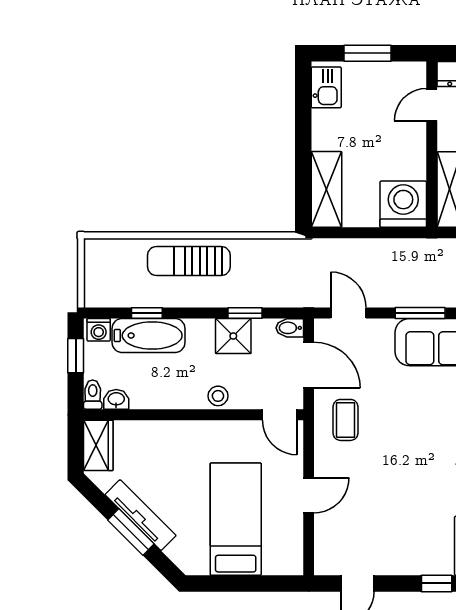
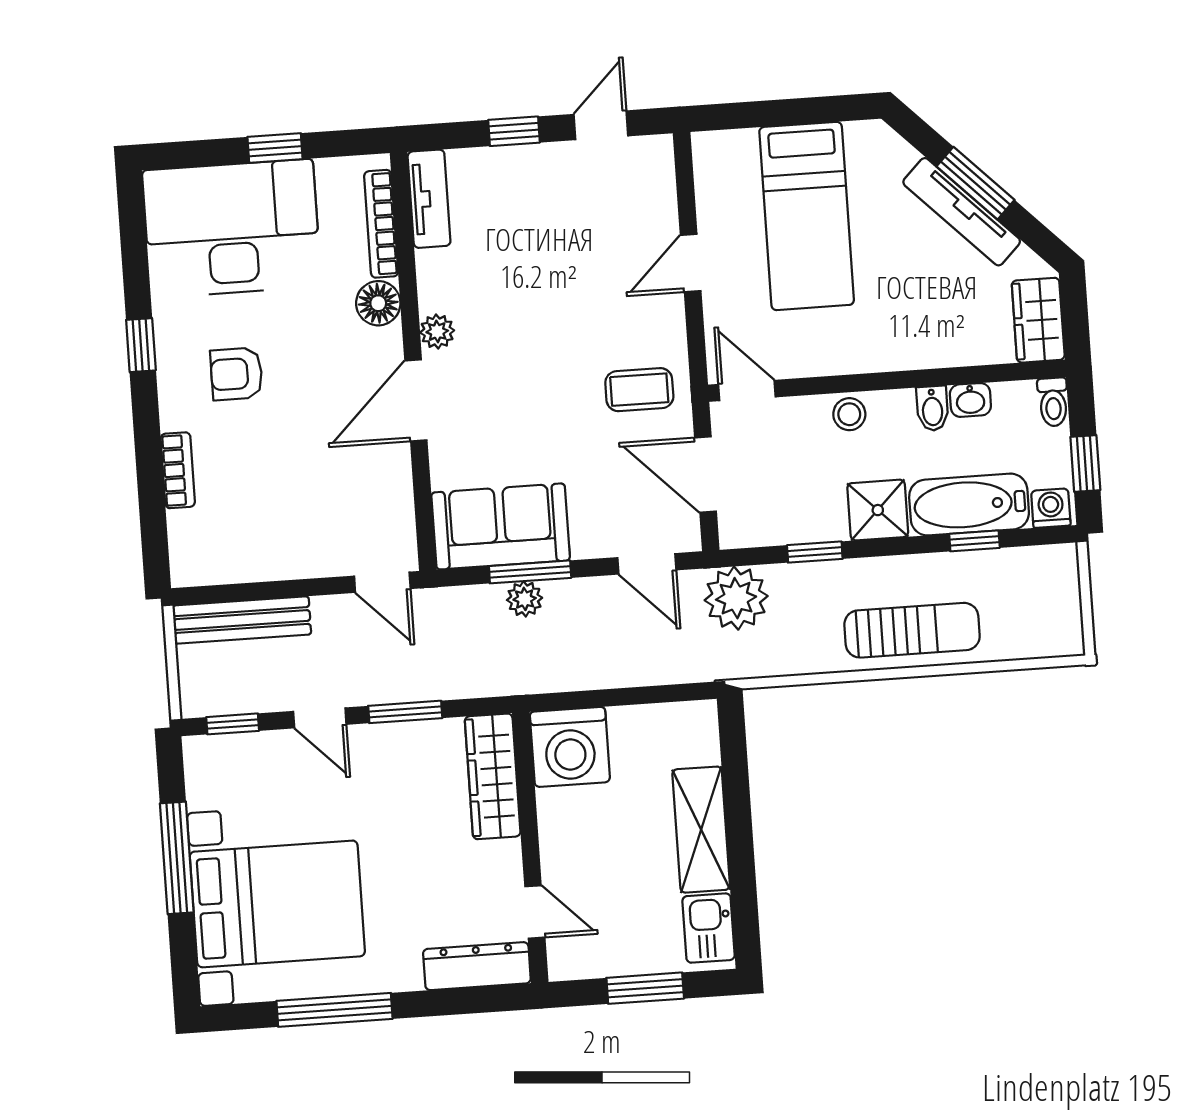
door: (432, 105) -> (535, 912), hinge flipped
shelving: (326, 189) -> (701, 830), moved
plant: (295, 288) -> (736, 598), added
plant: (425, 297) -> (525, 599), added
bidet: (290, 328) -> (932, 408), moved, turned 90
shower: (233, 336) -> (878, 510), moved
washbasin: (116, 399) -> (970, 400), moved
coffee table: (345, 420) -> (639, 390), turned 90
window: (437, 583) -> (514, 131), moved

